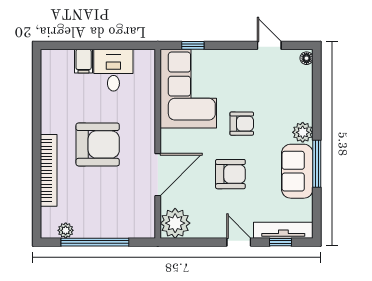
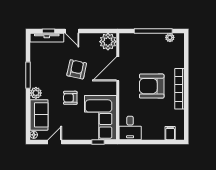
door: (269, 45) -> (55, 142), swing flipped
filing cabinet: (84, 61) -> (170, 133), moved
desk: (113, 70) -> (130, 128), moved
bookcase: (49, 170) -> (179, 89), moved
sofa: (297, 171) -> (39, 115), moved
armchair: (230, 174) -> (77, 69), turned 102

